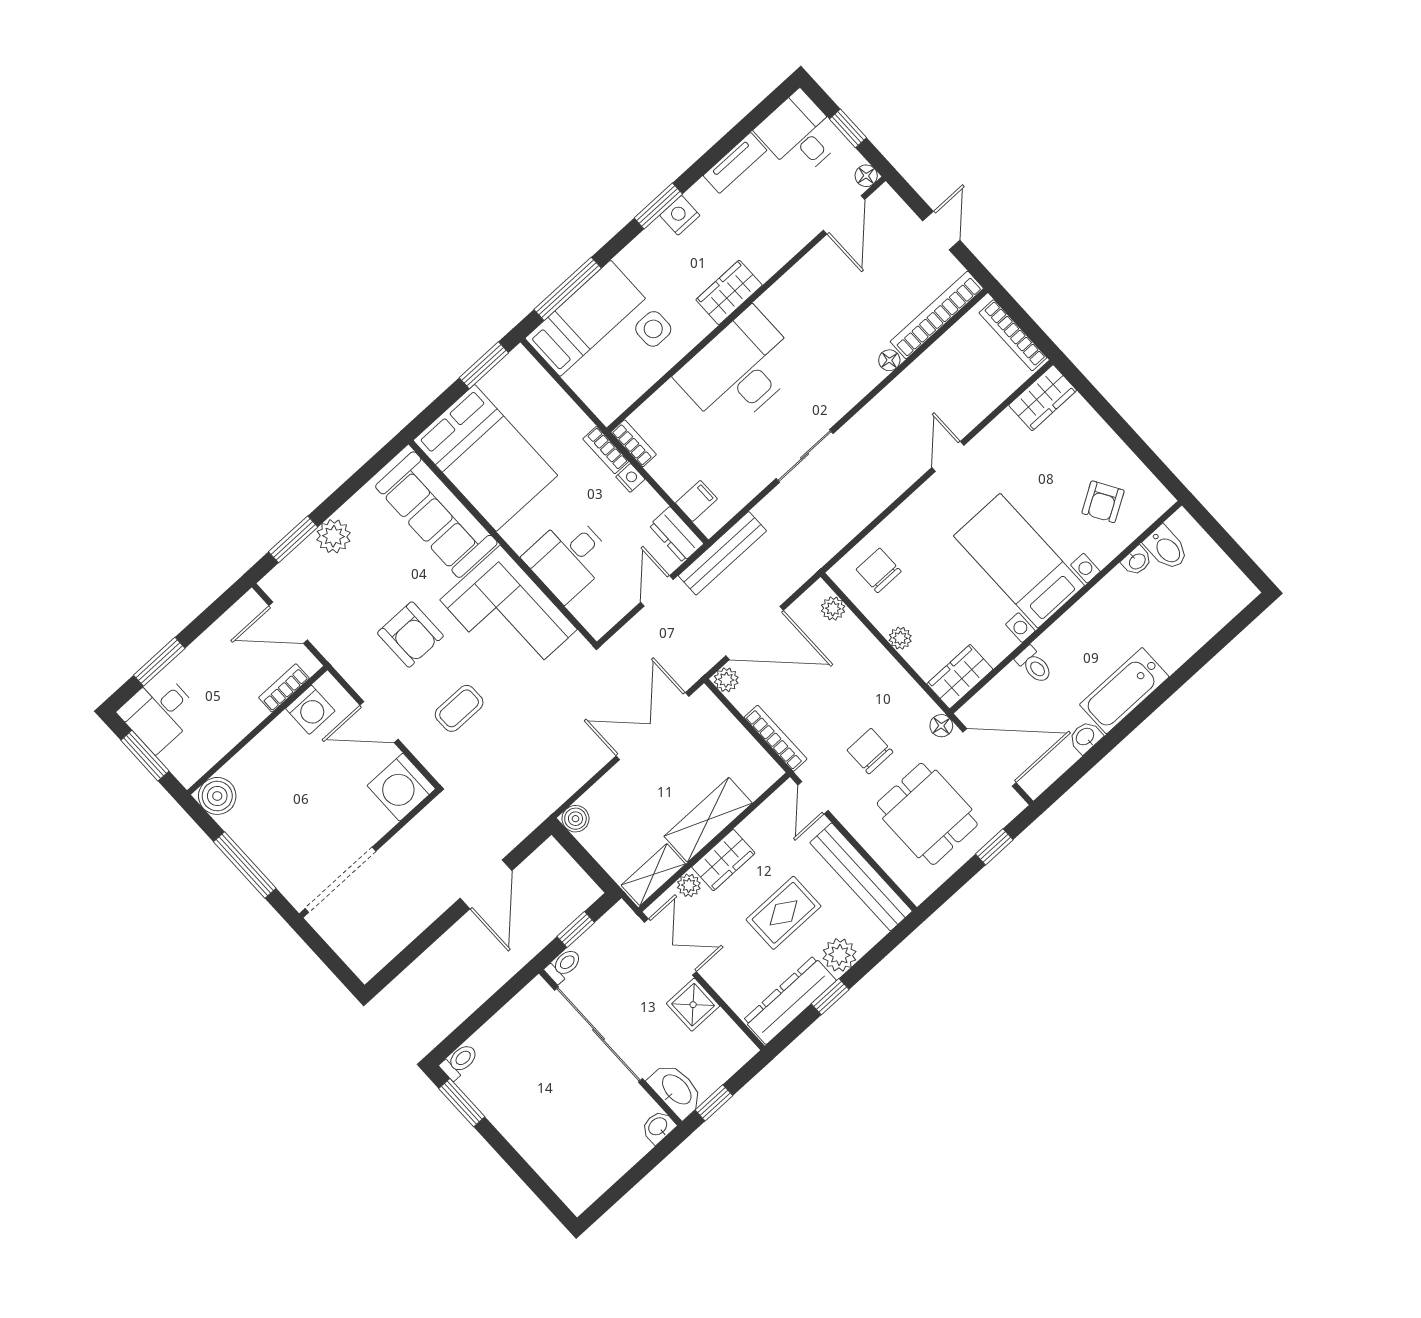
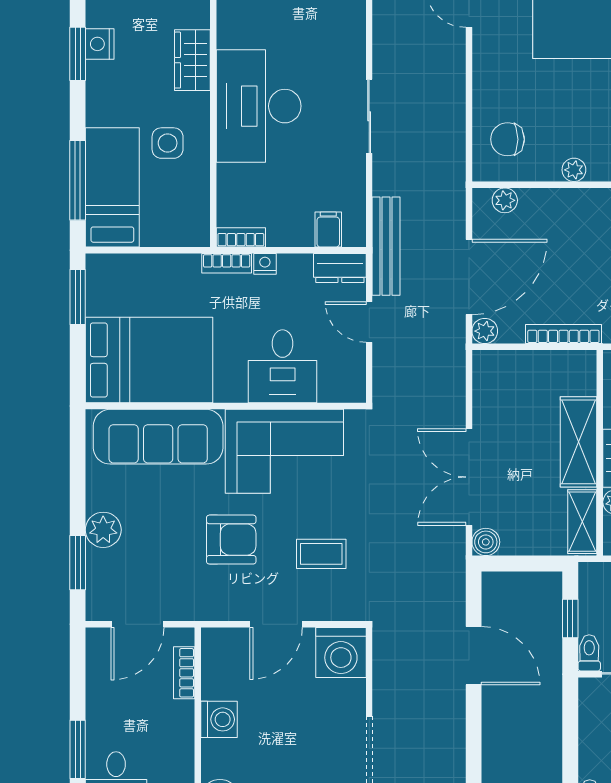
coffee table: (459, 708) -> (321, 554), turned 90
washing machine: (310, 710) -> (219, 719), moved
double door: (652, 726) -> (469, 477), moved

